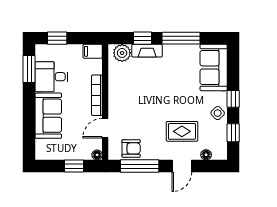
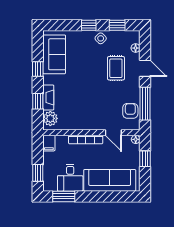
window: (181, 38) -> (38, 69), width x0.46
sofa: (214, 67) -> (54, 54), moved, turned -90
sofa: (48, 116) -> (110, 180), width x1.36

